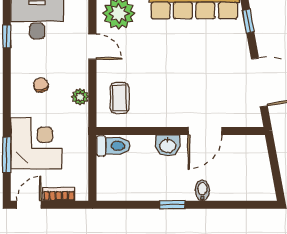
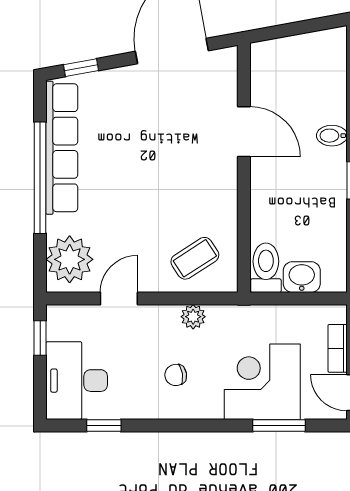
coffee table: (120, 98) -> (195, 258), turned -32
washbasin: (168, 145) -> (302, 277), moved, turned -90

